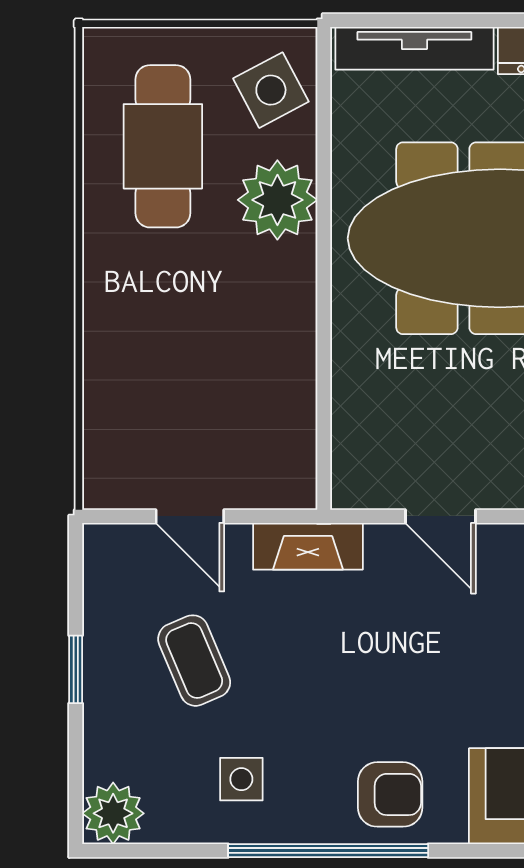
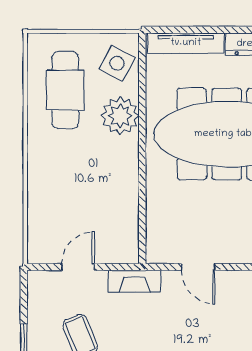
side table: (271, 90) -> (117, 63), turned -34
door: (190, 516) -> (78, 267), swing flipped

